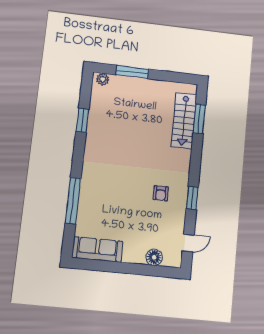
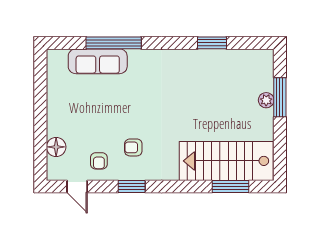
plant: (103, 79) -> (266, 100), moved
stairs: (184, 120) -> (226, 161), width x1.36, depth x1.51
armchair: (169, 223) -> (99, 161), added
sofa: (97, 249) -> (98, 61), moved, turned 90

